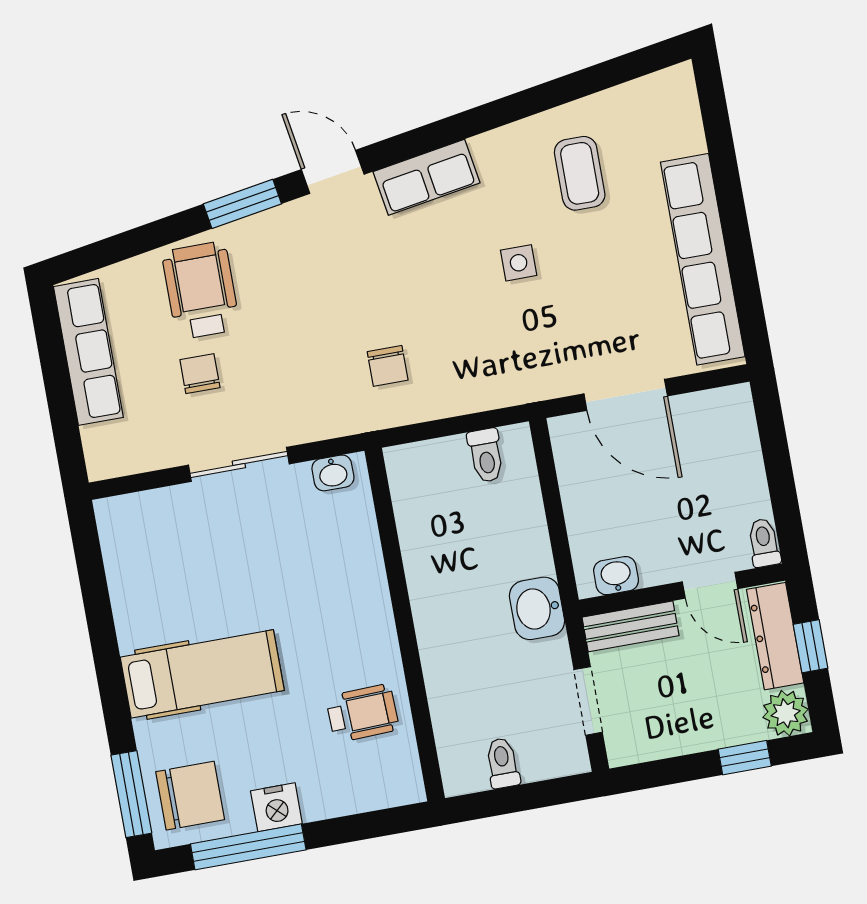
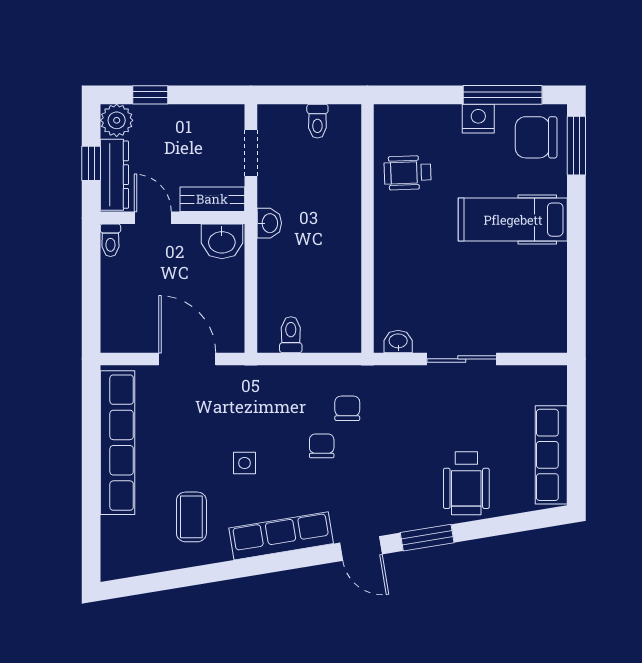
row of seats: (427, 177) -> (281, 536), width x1.48
chair: (200, 374) -> (322, 446), moved, turned 180
washbasin: (616, 576) -> (222, 241), width x1.38, depth x1.45
washbasin: (537, 608) -> (269, 223), width x0.72, depth x0.69

